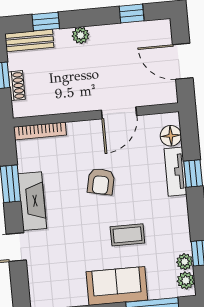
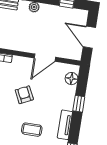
tv unit: (175, 172) -> (65, 125), moved
armchair: (101, 182) -> (24, 95), turned 142

